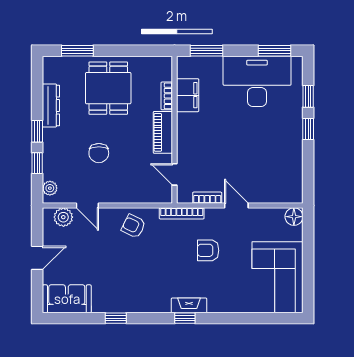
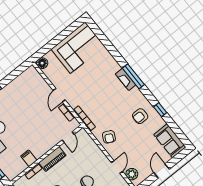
filing cabinet: (188, 95) -> (29, 158), width x0.50
armchair: (208, 250) -> (140, 116), moved, turned 90
door: (37, 258) -> (162, 171), hinge flipped
window: (185, 318) -> (133, 76), width x2.17

